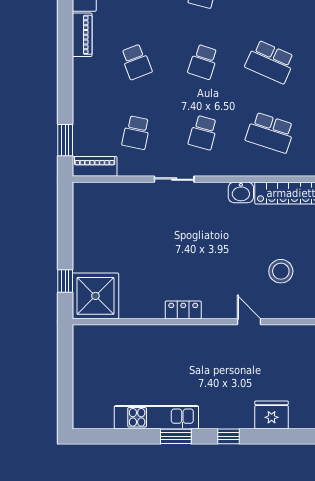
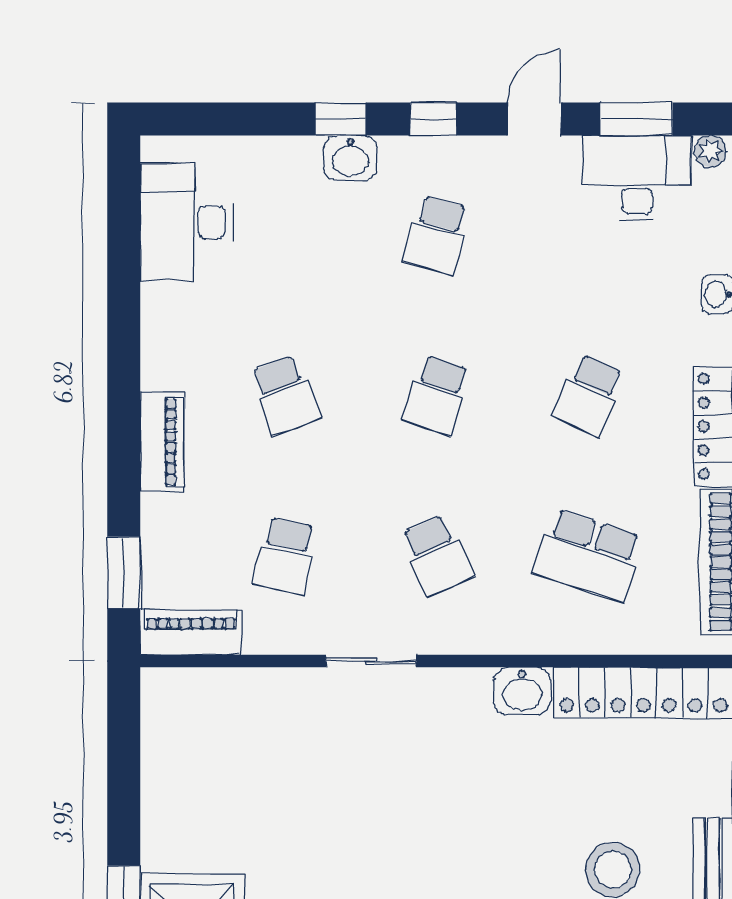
piano: (82, 35) -> (162, 442), moved
school desk: (270, 62) -> (588, 395), width x0.54
school desk: (203, 133) -> (437, 556), turned -39

